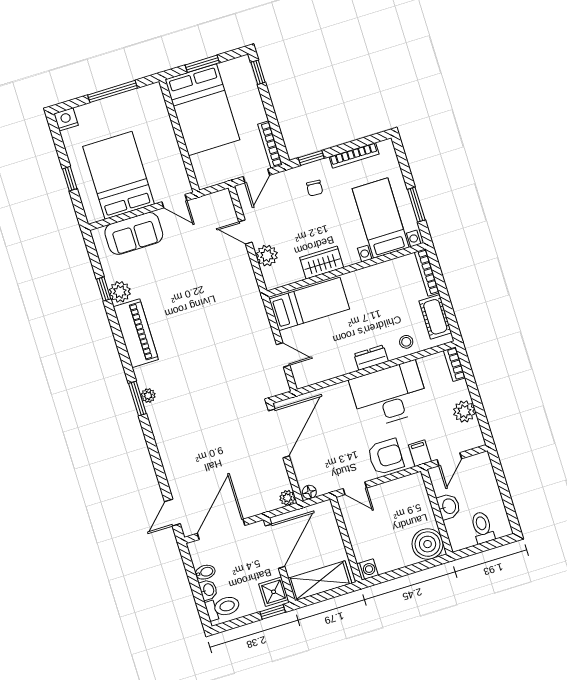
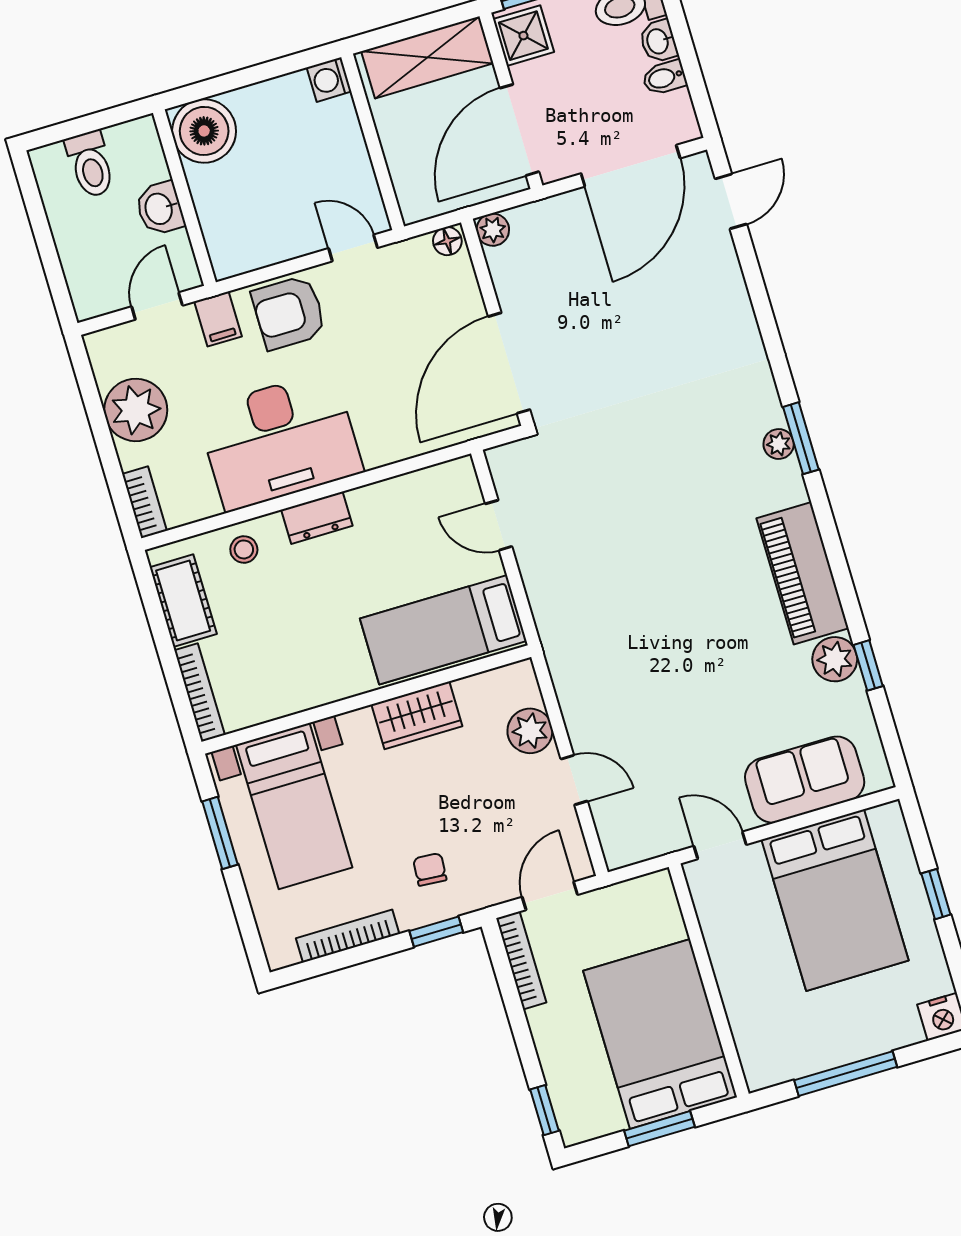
plant: (464, 411) -> (136, 410), width x1.36, depth x1.36

